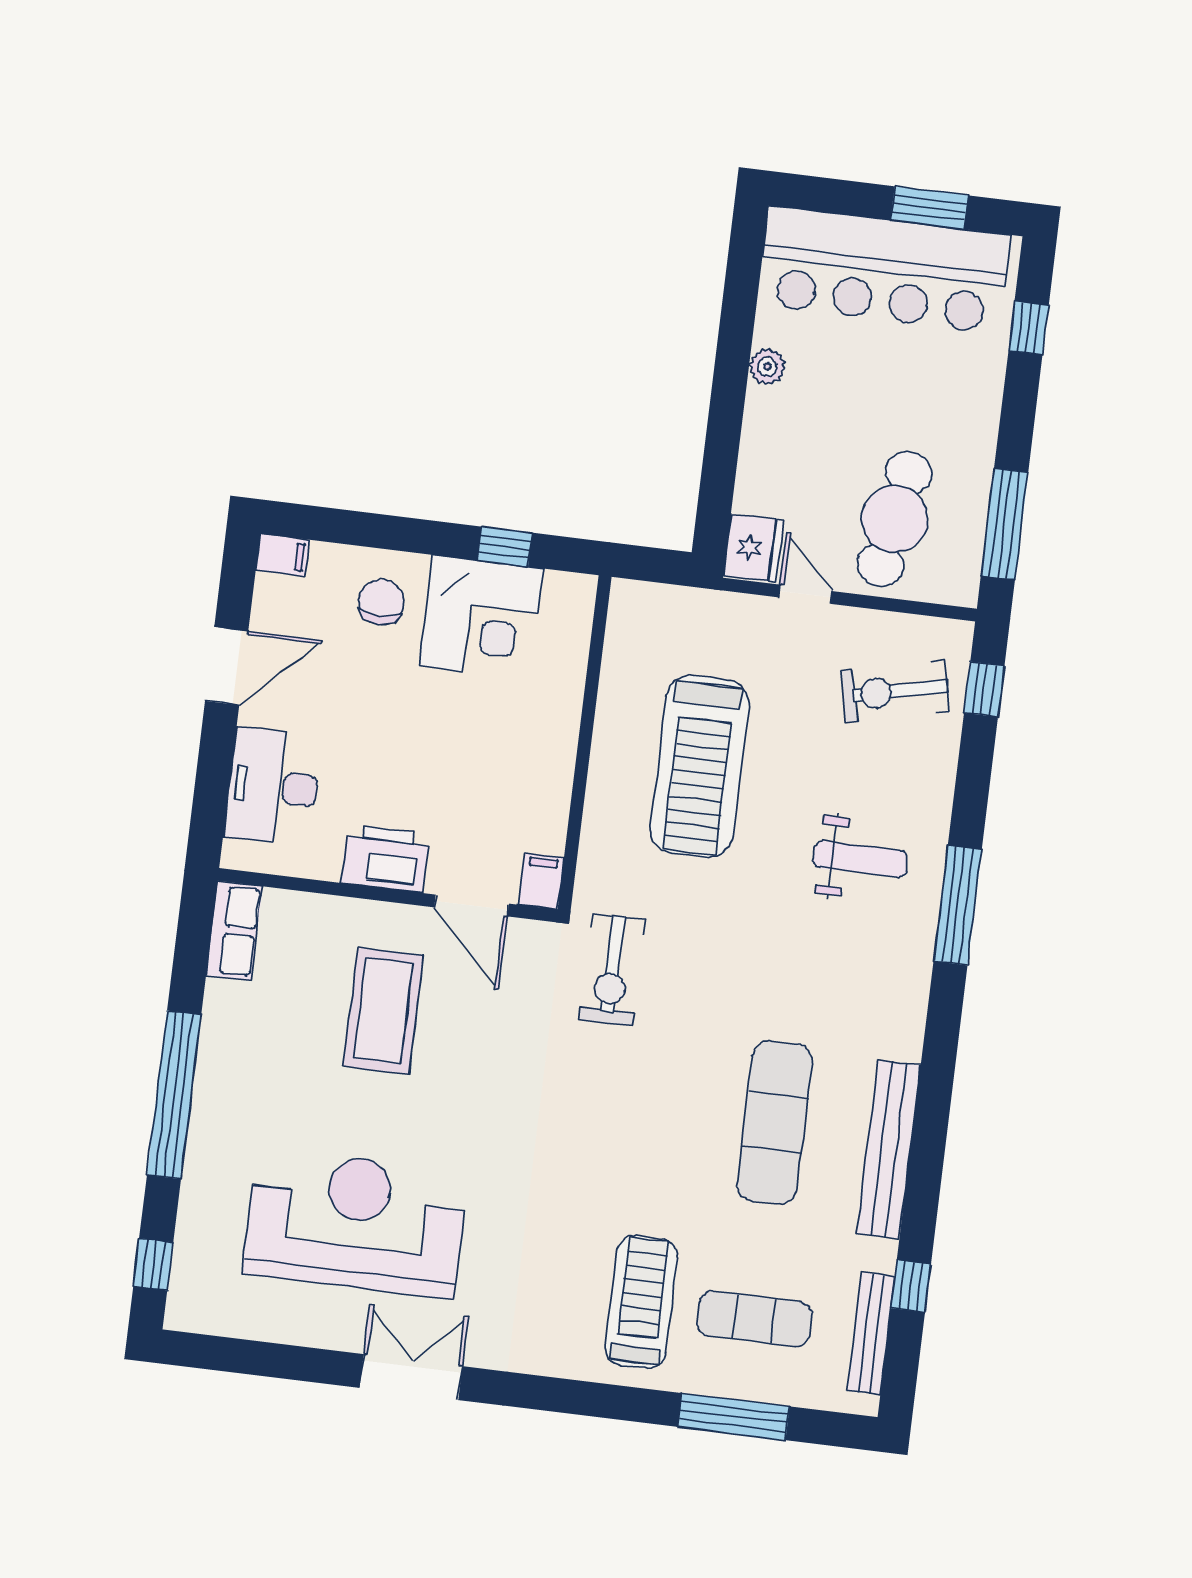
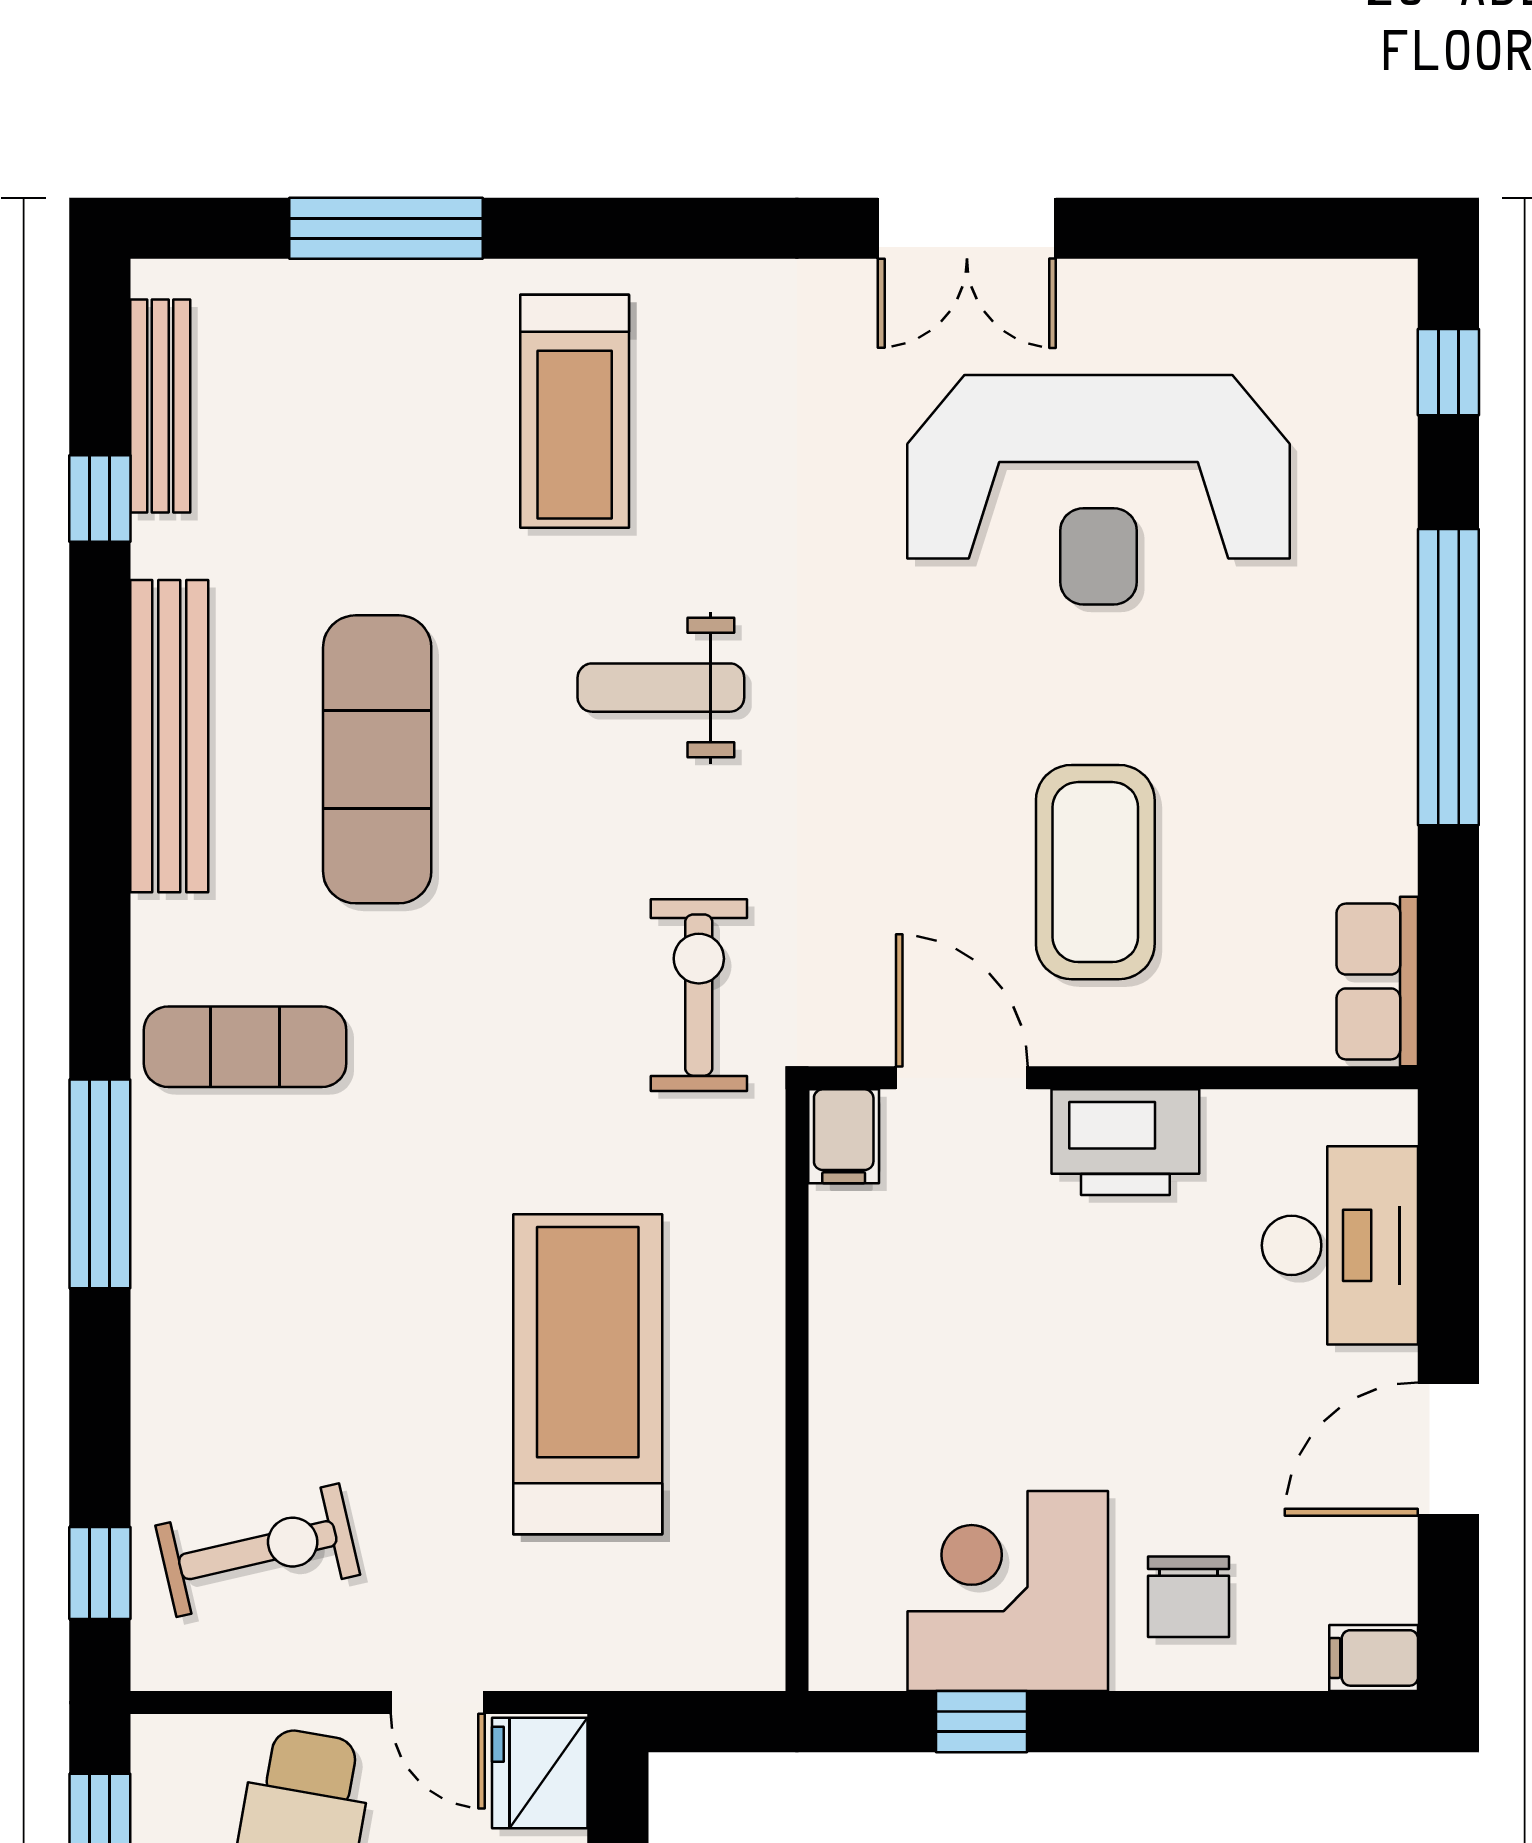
weight bench: (860, 859) -> (661, 688), moved
exercise mat: (754, 1319) -> (245, 1047), moved

